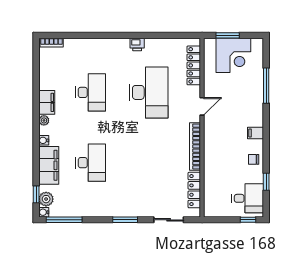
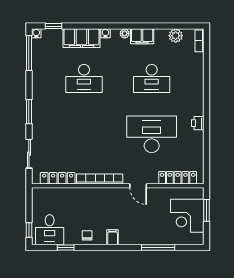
desk: (149, 92) -> (152, 134), turned 180
plant: (46, 199) -> (176, 36), moved

